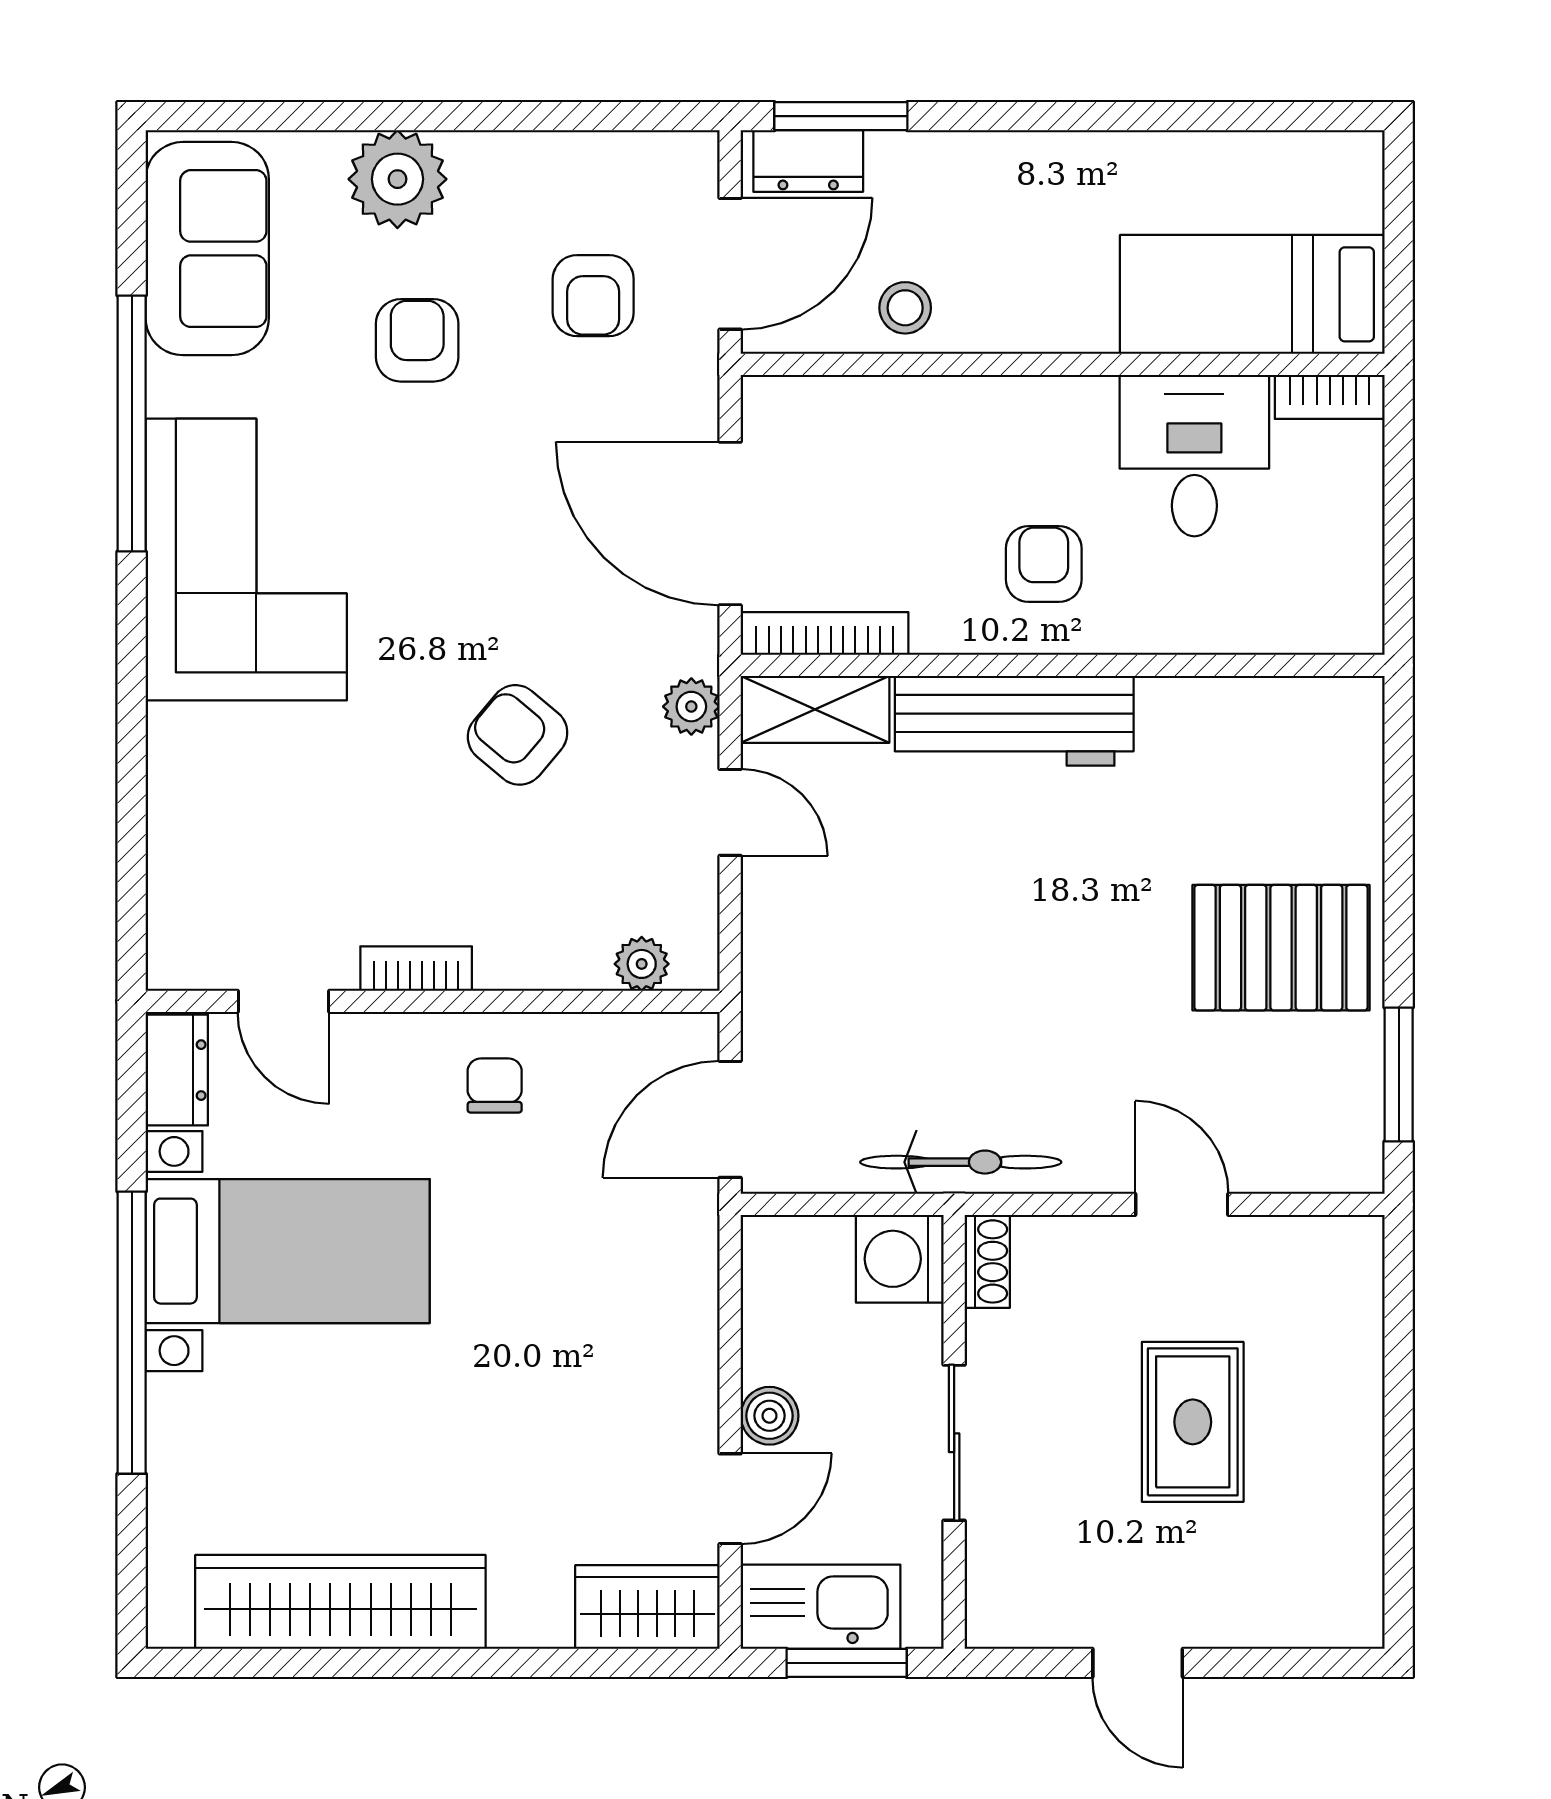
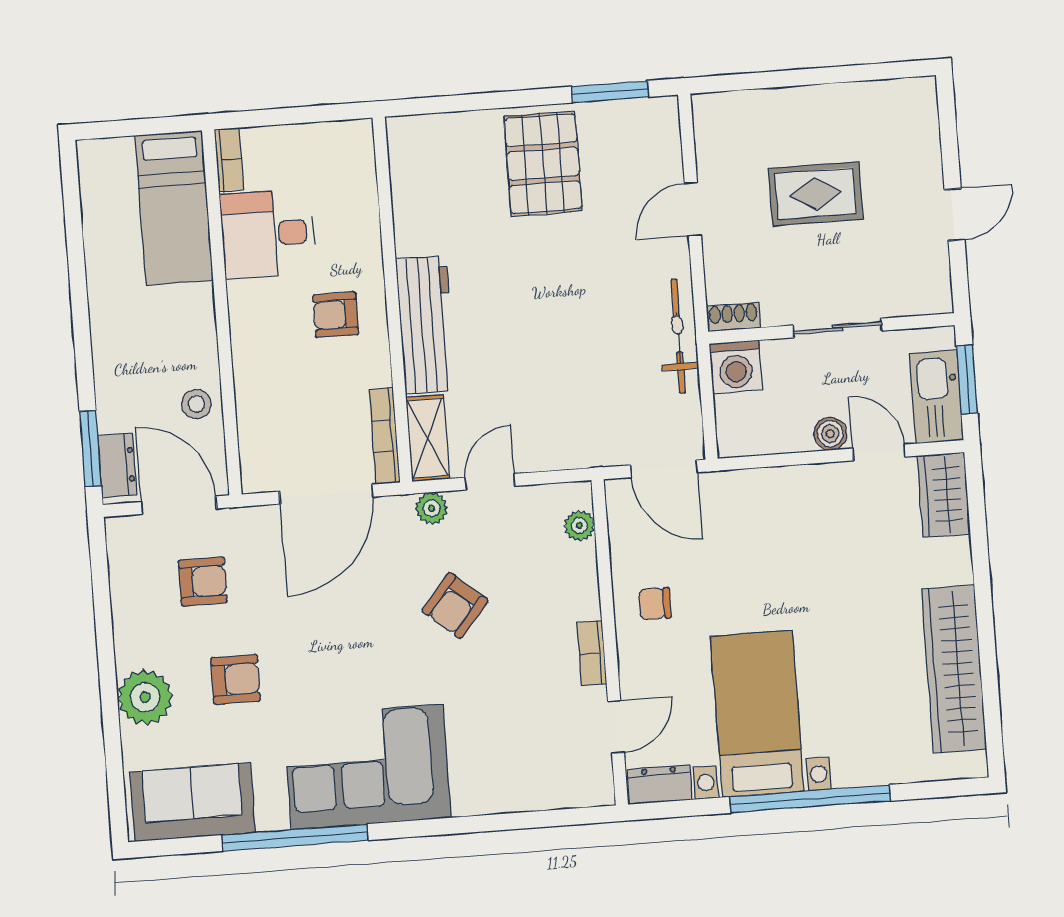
armchair: (417, 340) -> (236, 679), turned 180

